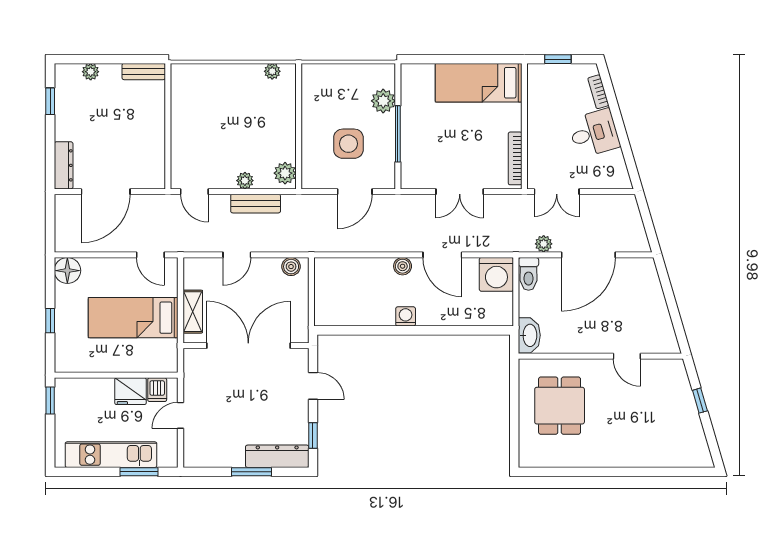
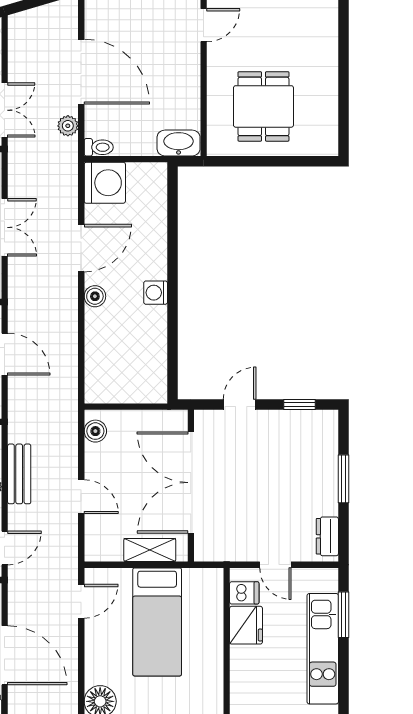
toilet: (529, 274) -> (99, 147), width x0.73, depth x0.72
dining table: (560, 406) -> (263, 106), turned 90
dresser: (277, 456) -> (327, 536), moved, width x0.51, depth x0.80

